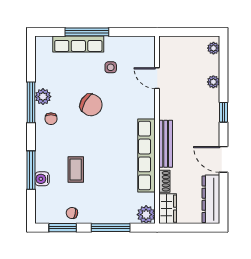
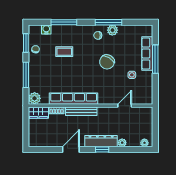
water cooler: (42, 179) -> (46, 29), moved
dresser: (211, 199) -> (101, 141), moved

